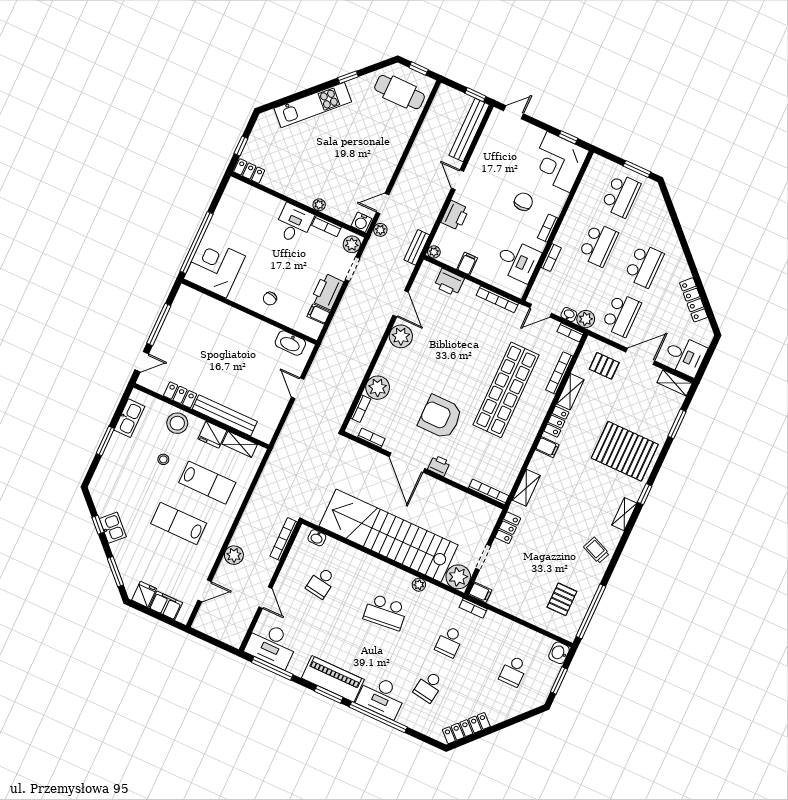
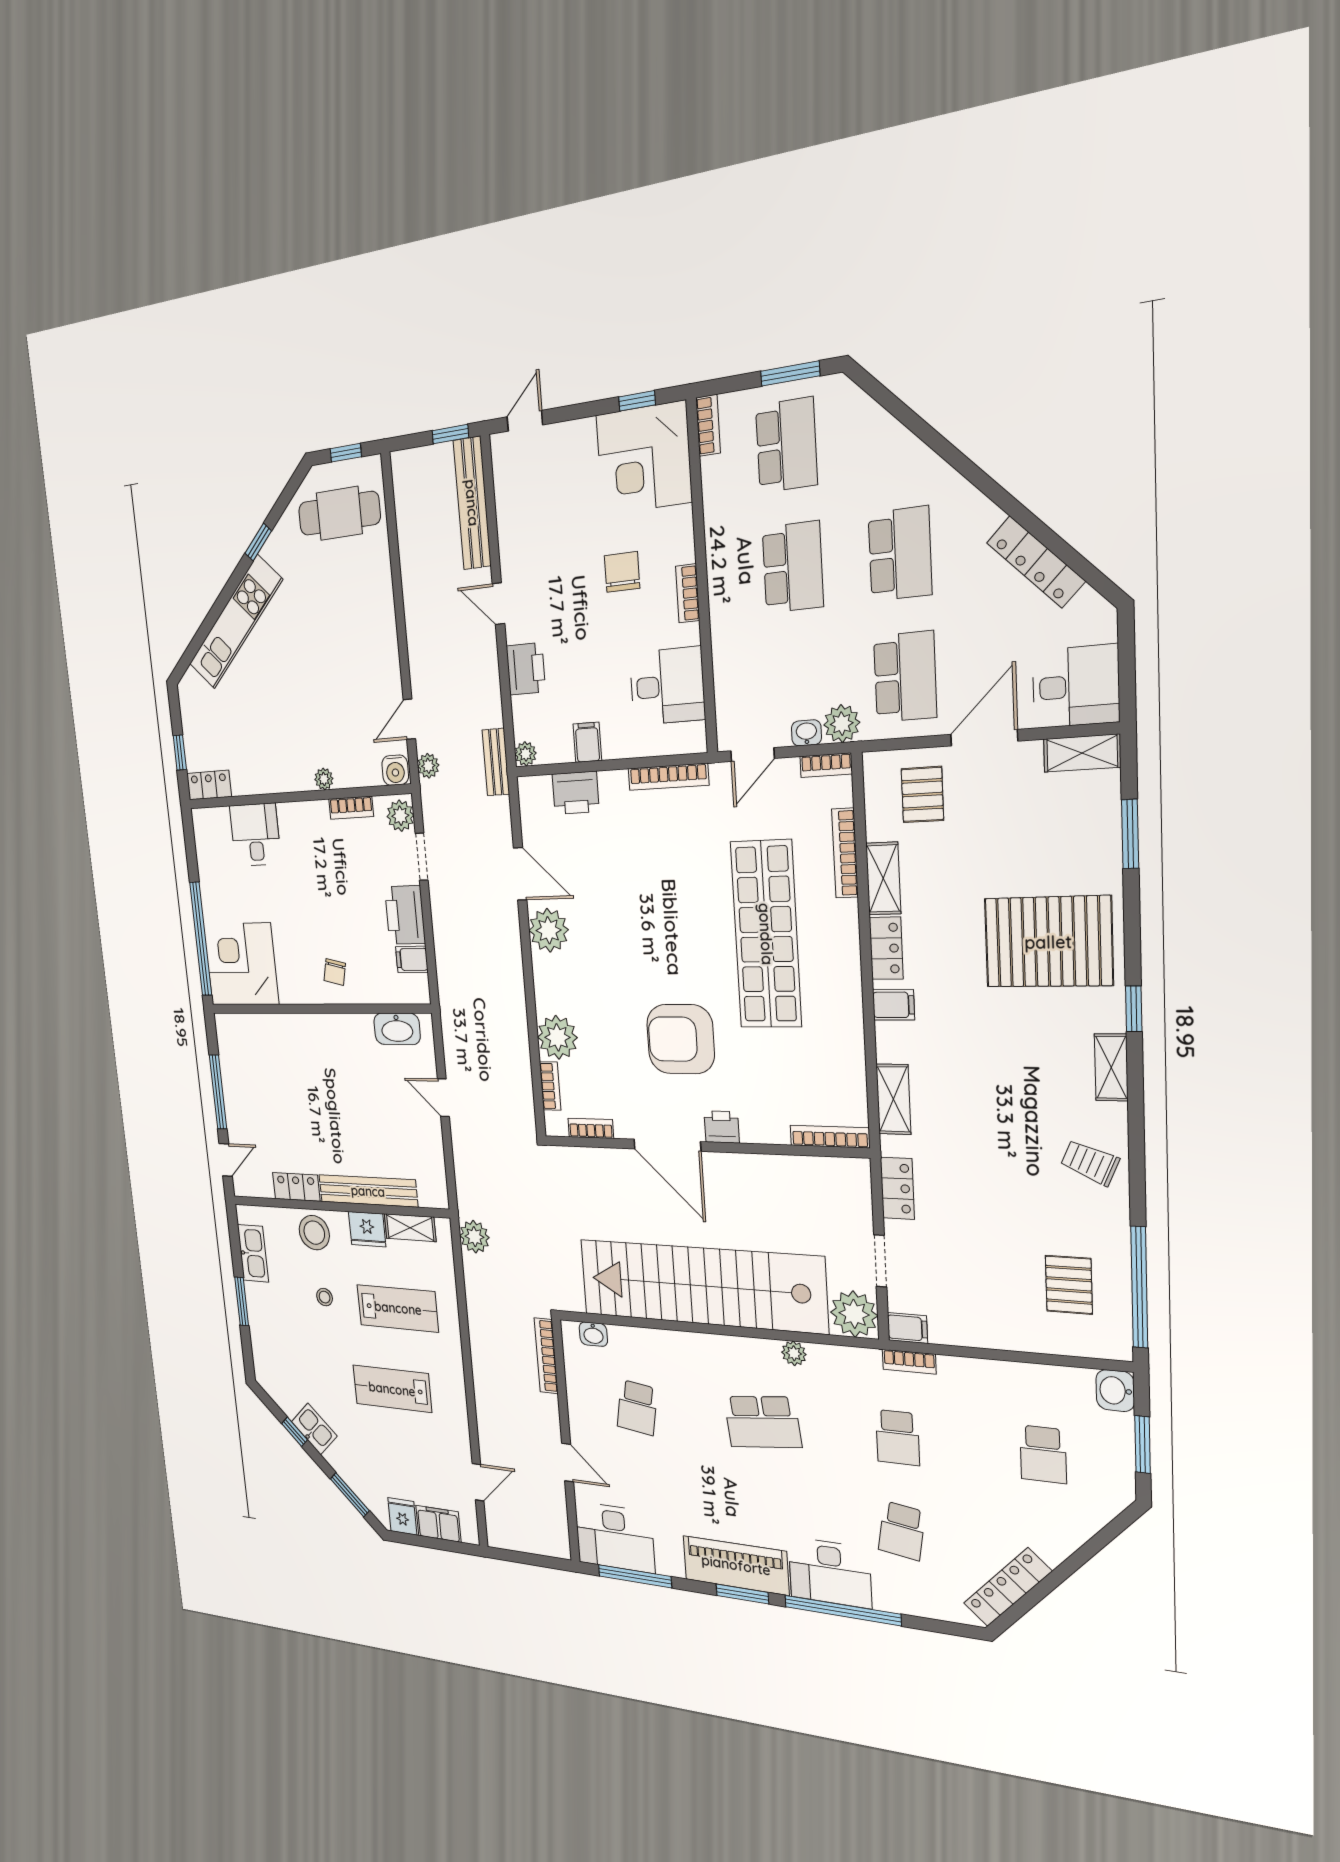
desk: (294, 224) -> (255, 835), moved
bookcase: (551, 258) -> (708, 425), moved
pallet: (604, 366) -> (922, 795), turned 90
plant: (234, 555) -> (474, 1237), moved

